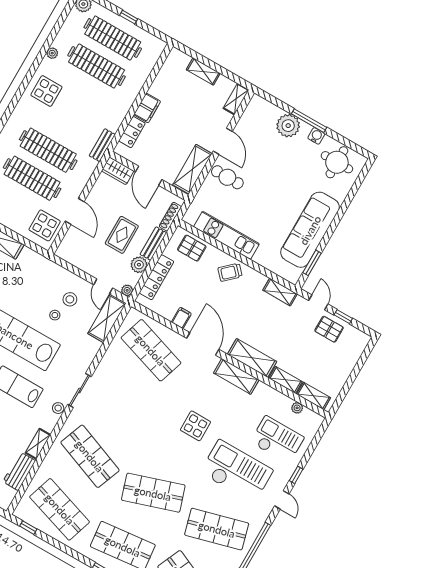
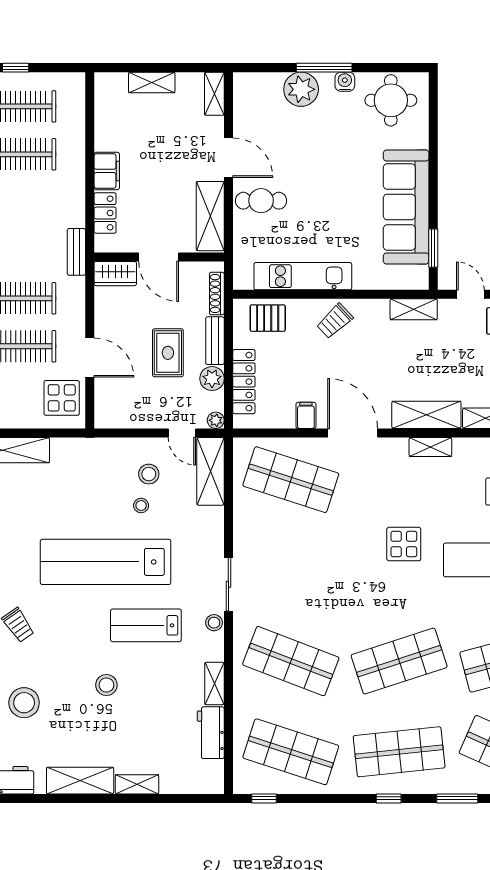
shelving: (236, 376) -> (430, 447), width x0.67, depth x0.75

